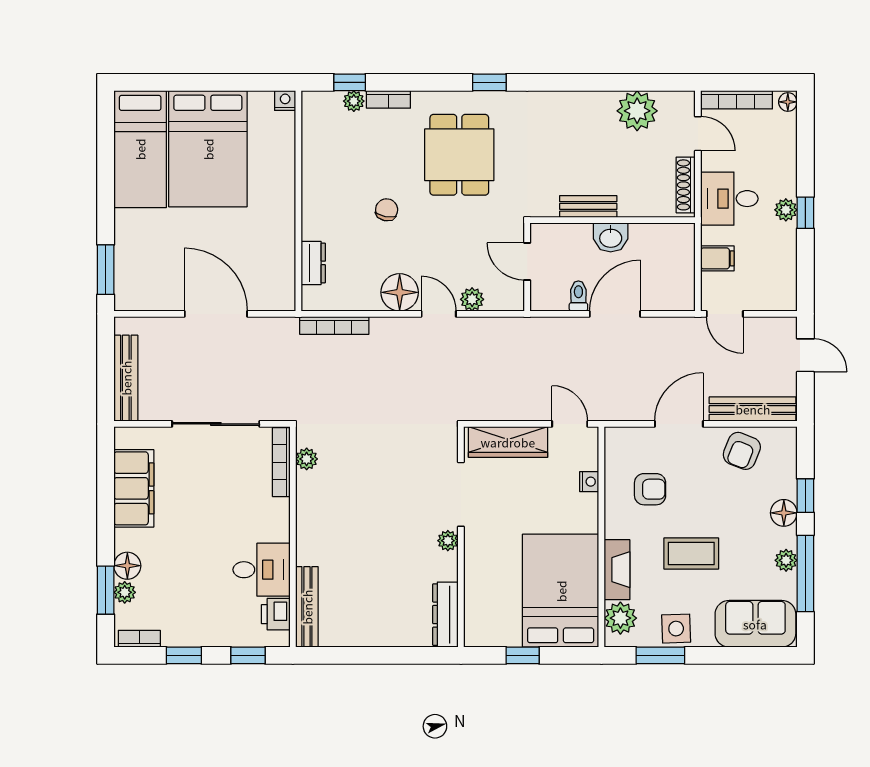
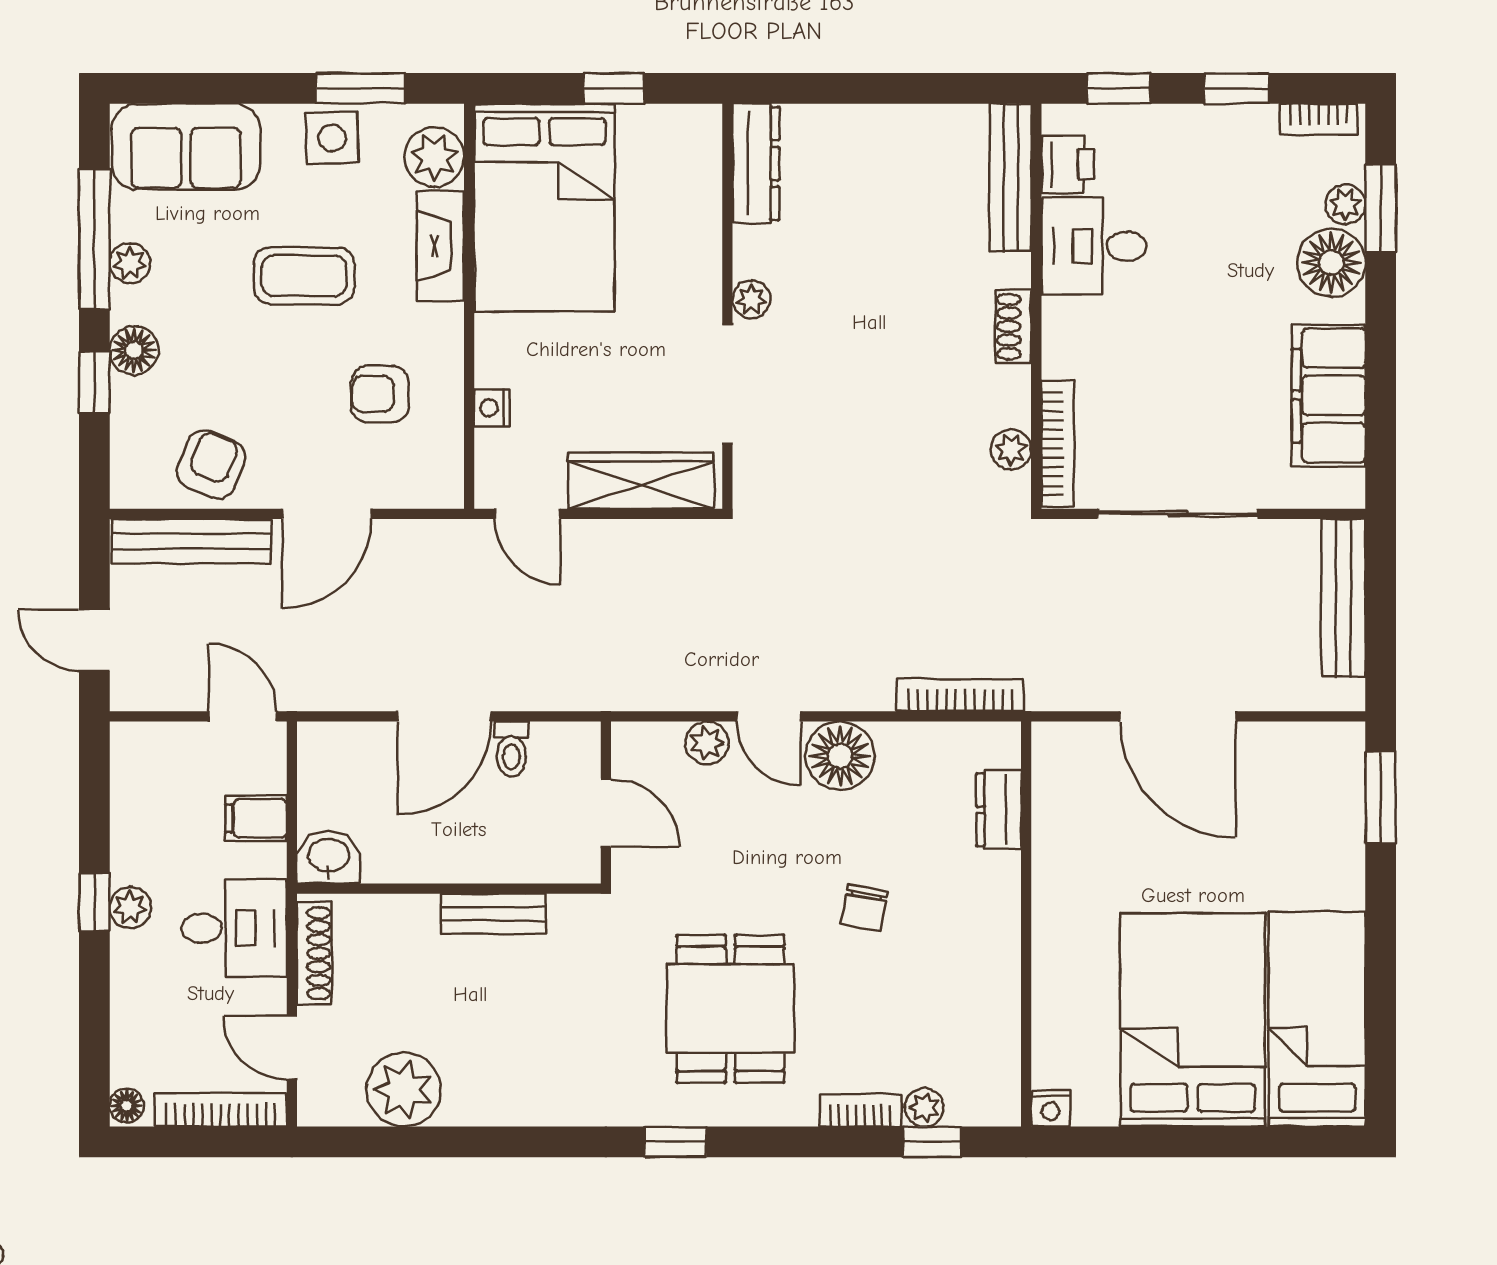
washbasin: (611, 237) -> (328, 857), moved
shoe rack: (305, 526) -> (1013, 326), added
floor lamp: (127, 566) -> (1331, 263), width x1.38, depth x1.38

